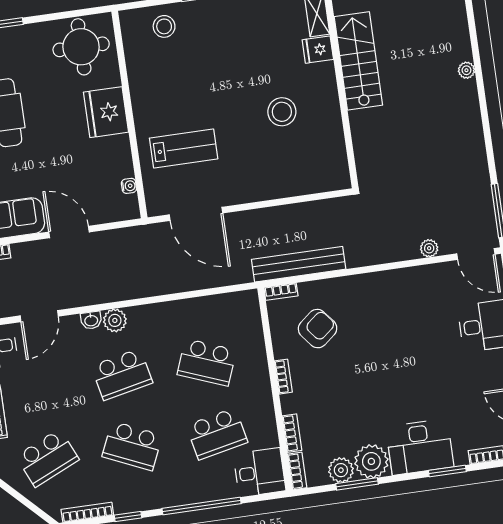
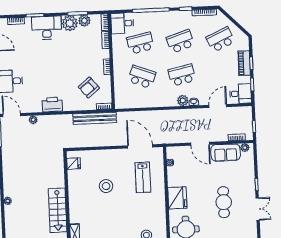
fridge: (318, 50) -> (74, 164), moved
stool: (282, 112) -> (106, 186), moved
lab bench: (184, 149) -> (143, 177), turned -90
printer: (392, 285) -> (52, 105), added
school desk: (132, 446) -> (180, 41), turned -42

